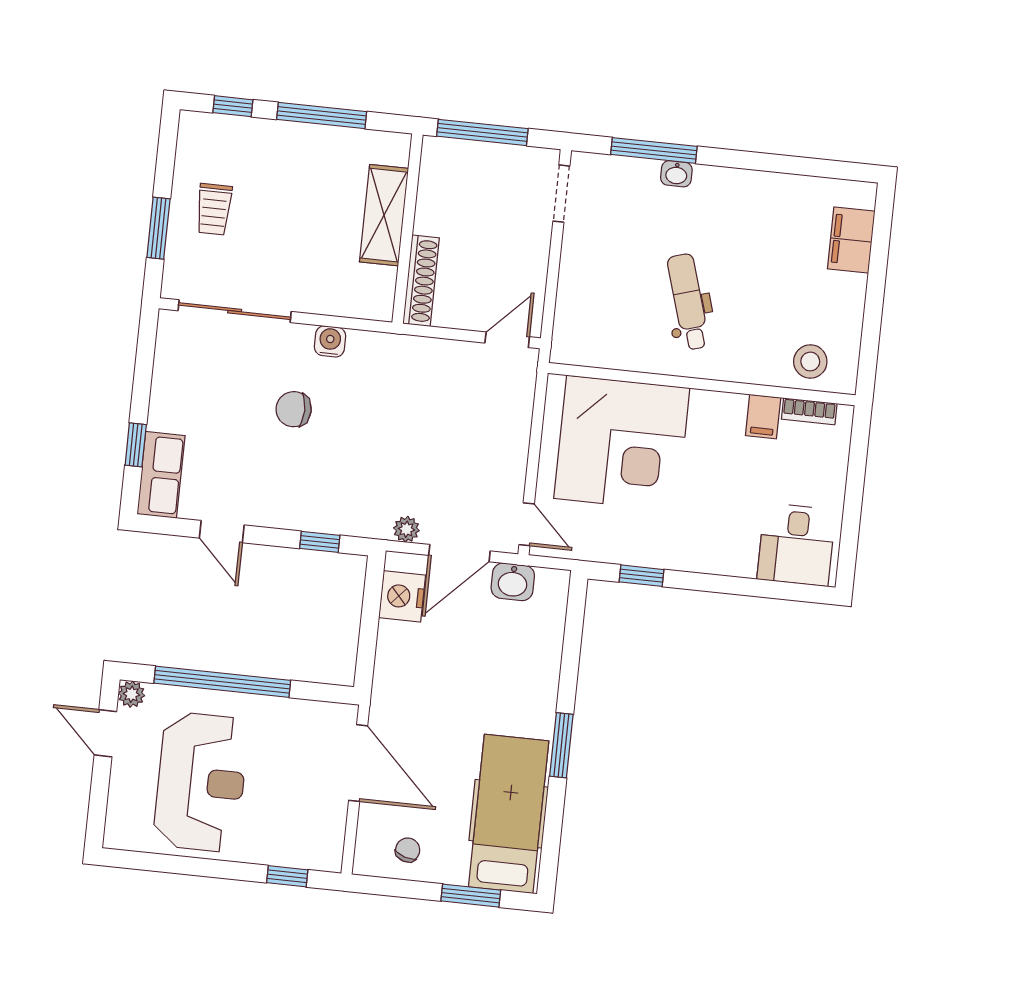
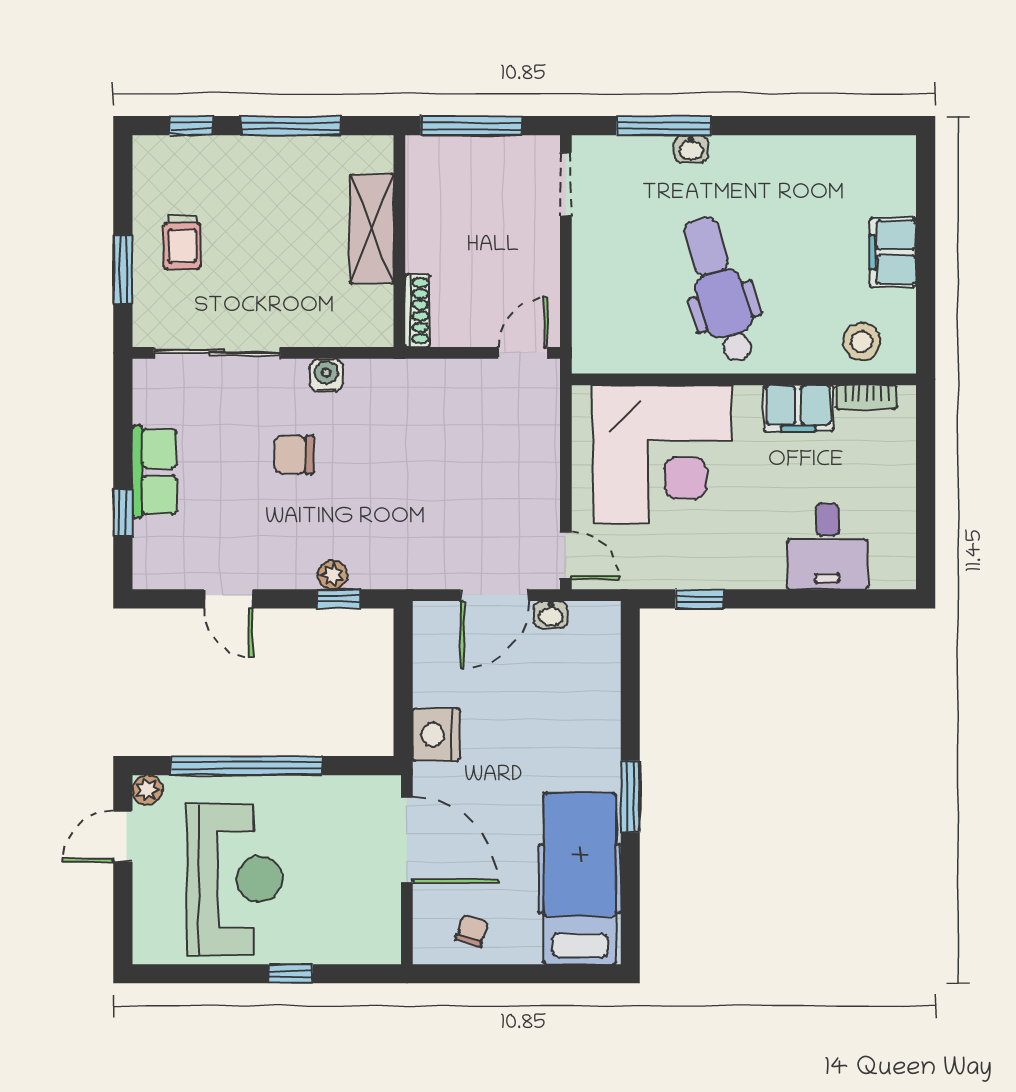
filing cabinet: (851, 240) -> (893, 252), moved
shoe rack: (421, 281) -> (417, 311), width x0.74, depth x0.81
dental chair: (688, 302) -> (719, 290), width x1.36, depth x1.38
filing cabinet: (763, 417) -> (798, 408), width x2.00
row of seats: (161, 475) -> (155, 472), moved
plant: (406, 529) -> (332, 575), moved
desk: (796, 545) -> (827, 546), moved
washbasin: (513, 582) -> (551, 615), width x0.72, depth x0.69
nightstand: (402, 596) -> (436, 734), moved
door: (105, 733) -> (123, 836), hinge flipped
window: (287, 876) -> (291, 974), moved
window: (471, 896) -> (547, 974), removed

